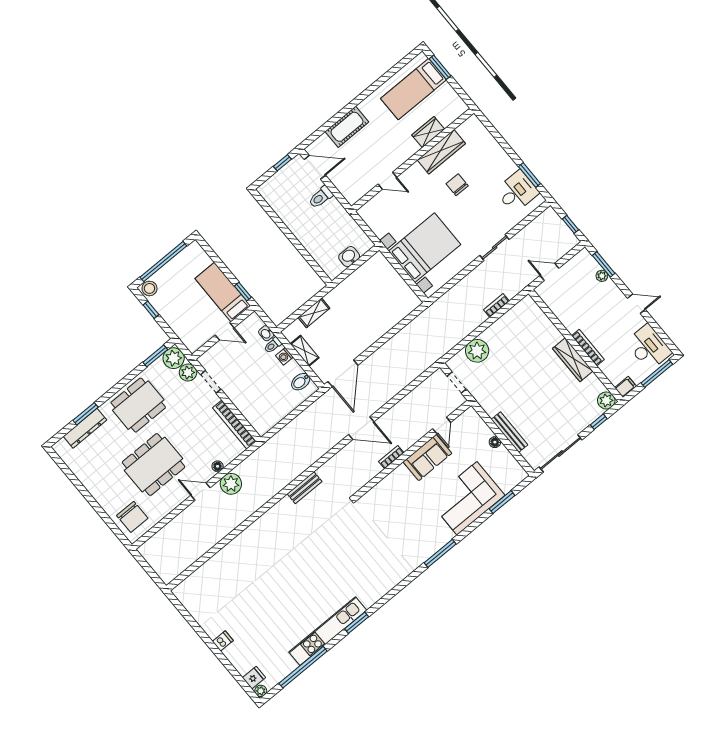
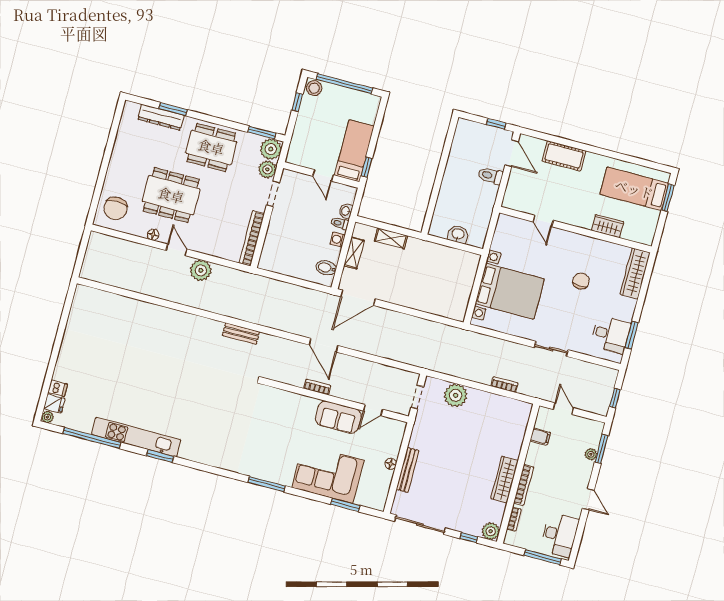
wardrobe: (441, 152) -> (635, 274), moved, turned 90
bookcase: (610, 375) -> (514, 519), added
filing cabinet: (626, 387) -> (540, 437), moved
floor lamp: (218, 466) -> (153, 235), moved
dishwasher: (223, 641) -> (58, 388), moved

